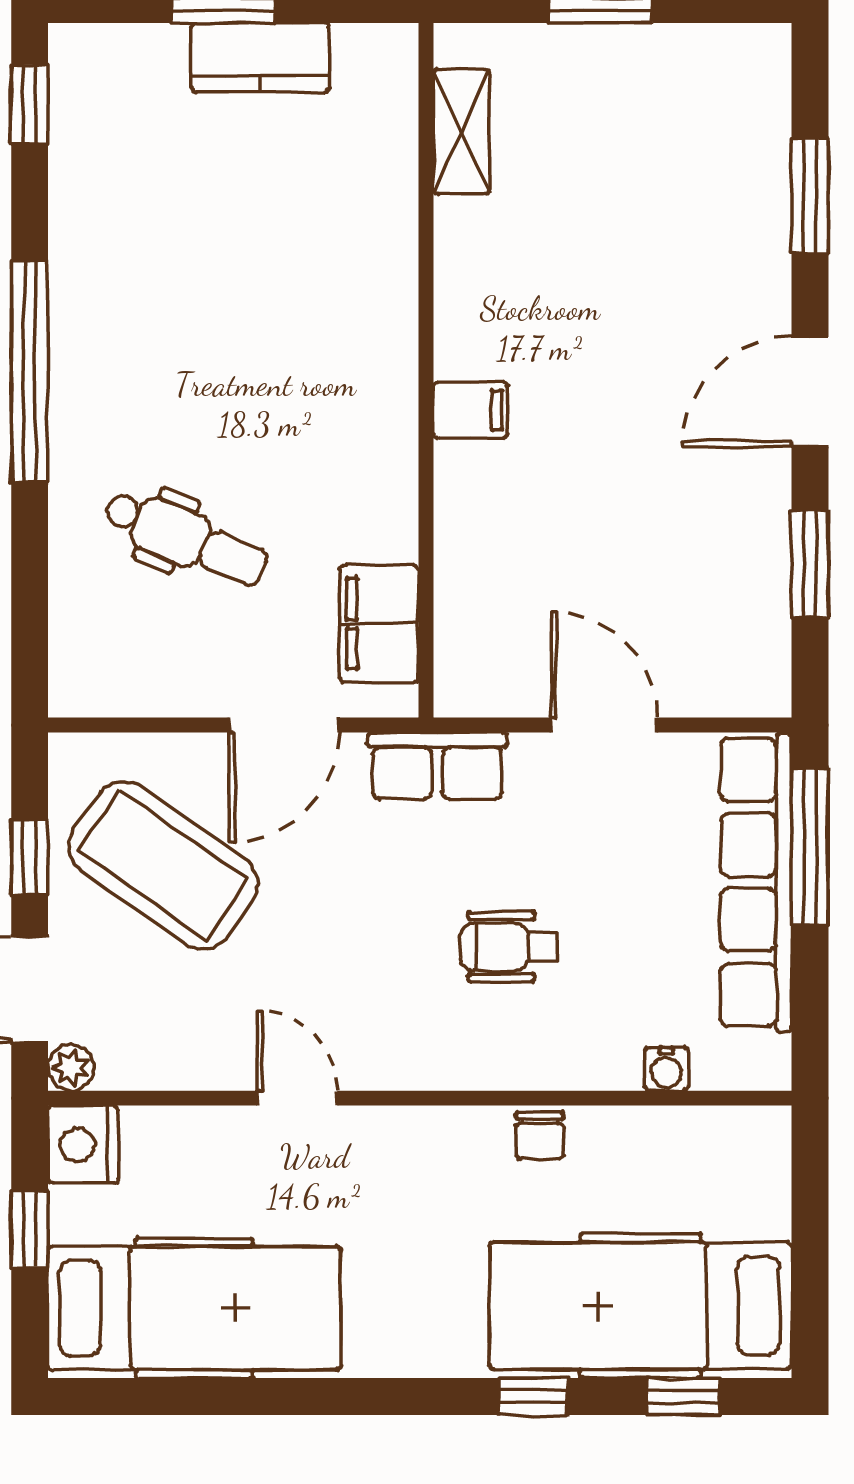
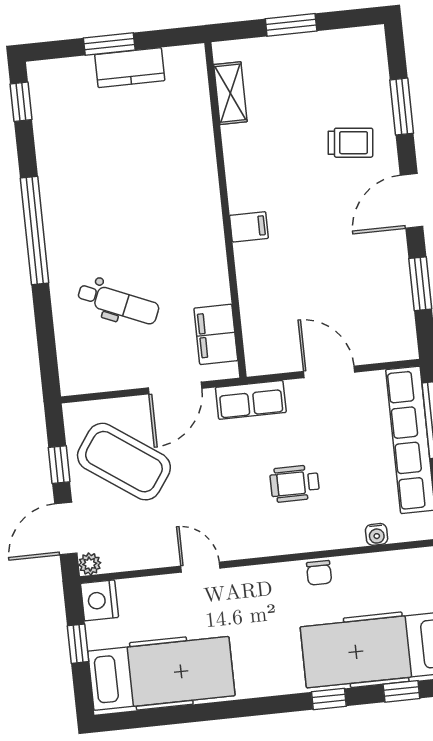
trolley: (697, 259) -> (350, 143), added

